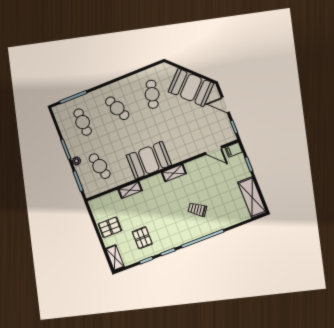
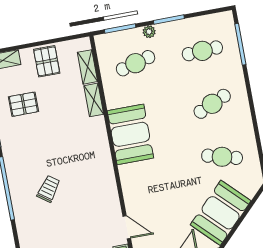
door: (214, 150) -> (127, 227), swing flipped
shelving: (174, 173) -> (87, 67), moved

